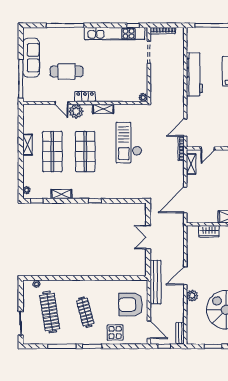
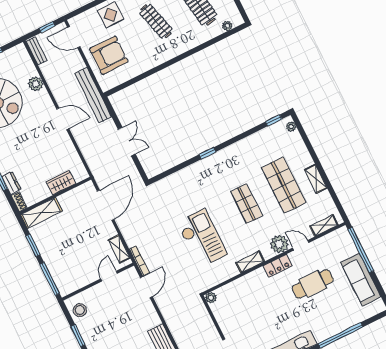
shop shelf: (85, 151) -> (246, 204), width x0.70, depth x0.74
shelving: (61, 194) -> (324, 225), moved
door: (185, 276) -> (63, 119), hinge flipped
plant: (192, 296) -> (36, 84), moved

